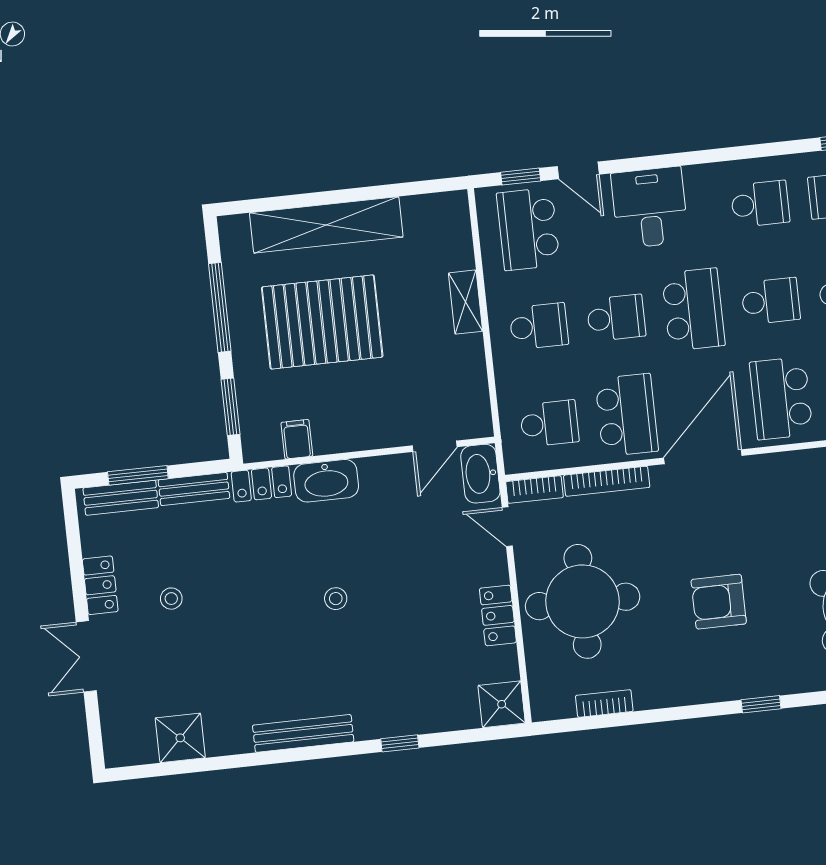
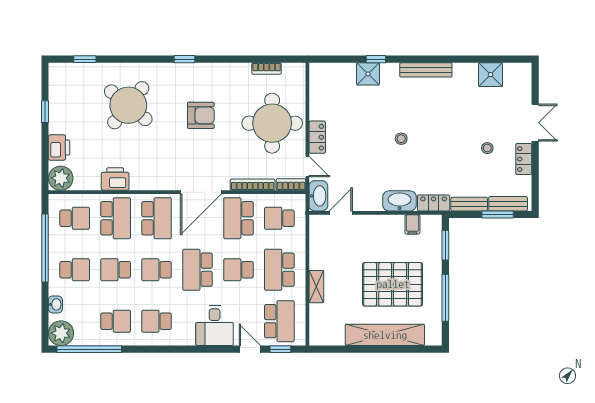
school desk: (539, 326) -> (279, 270), width x1.85
locker: (498, 615) -> (317, 137), moved
shower: (502, 704) -> (368, 74), moved

